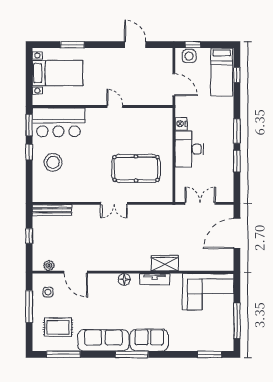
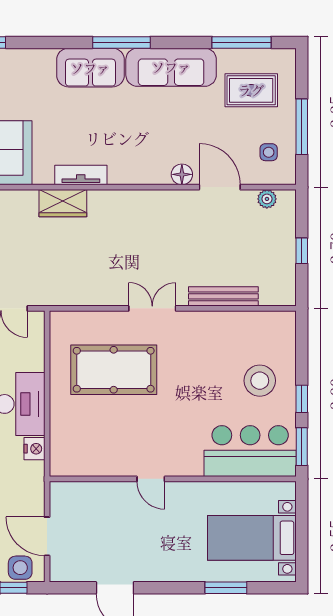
door: (174, 85) -> (47, 536), moved
bench: (52, 210) -> (223, 296), moved
floor lamp: (124, 279) -> (182, 174), moved

